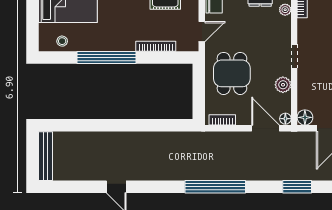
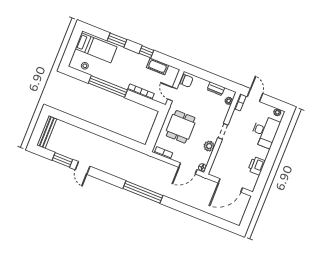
door: (202, 32) -> (172, 94), swing flipped
floor lamp: (305, 117) -> (215, 171), removed
door: (265, 128) -> (188, 168), swing flipped
window: (297, 187) -> (62, 160), moved

